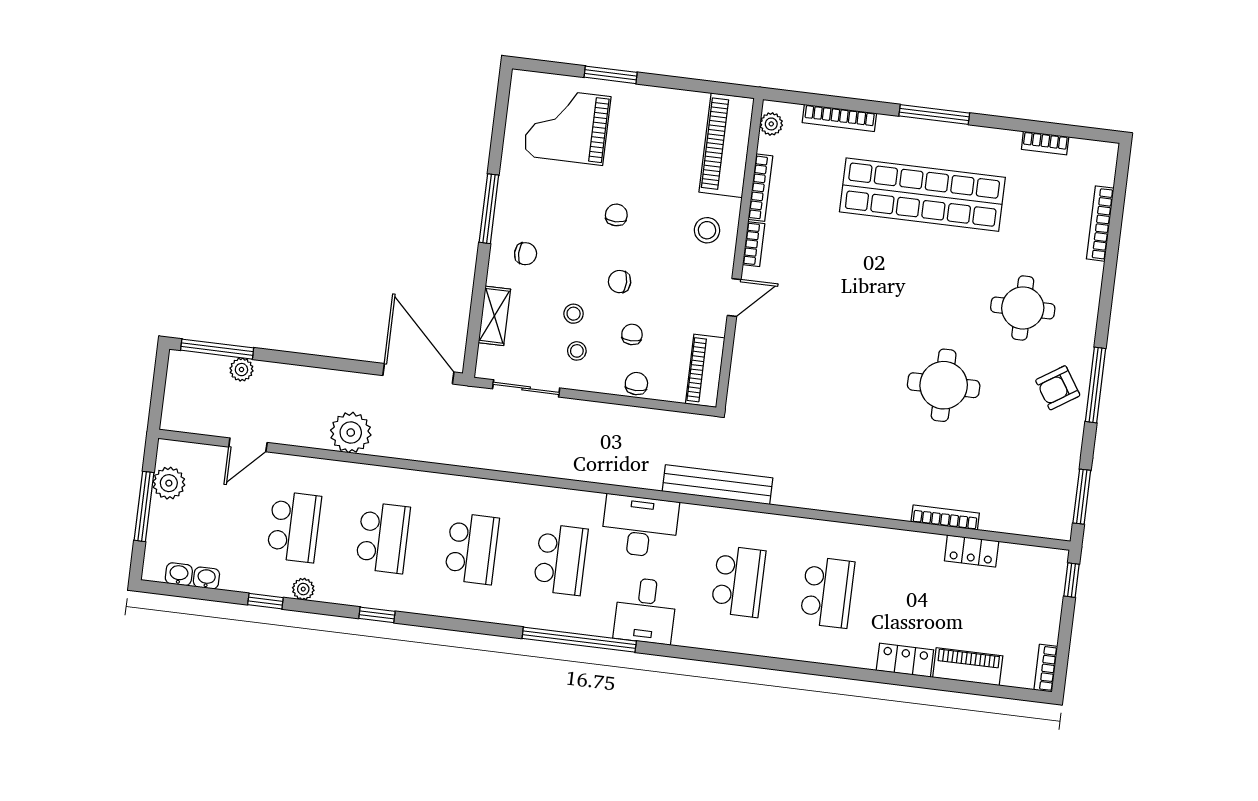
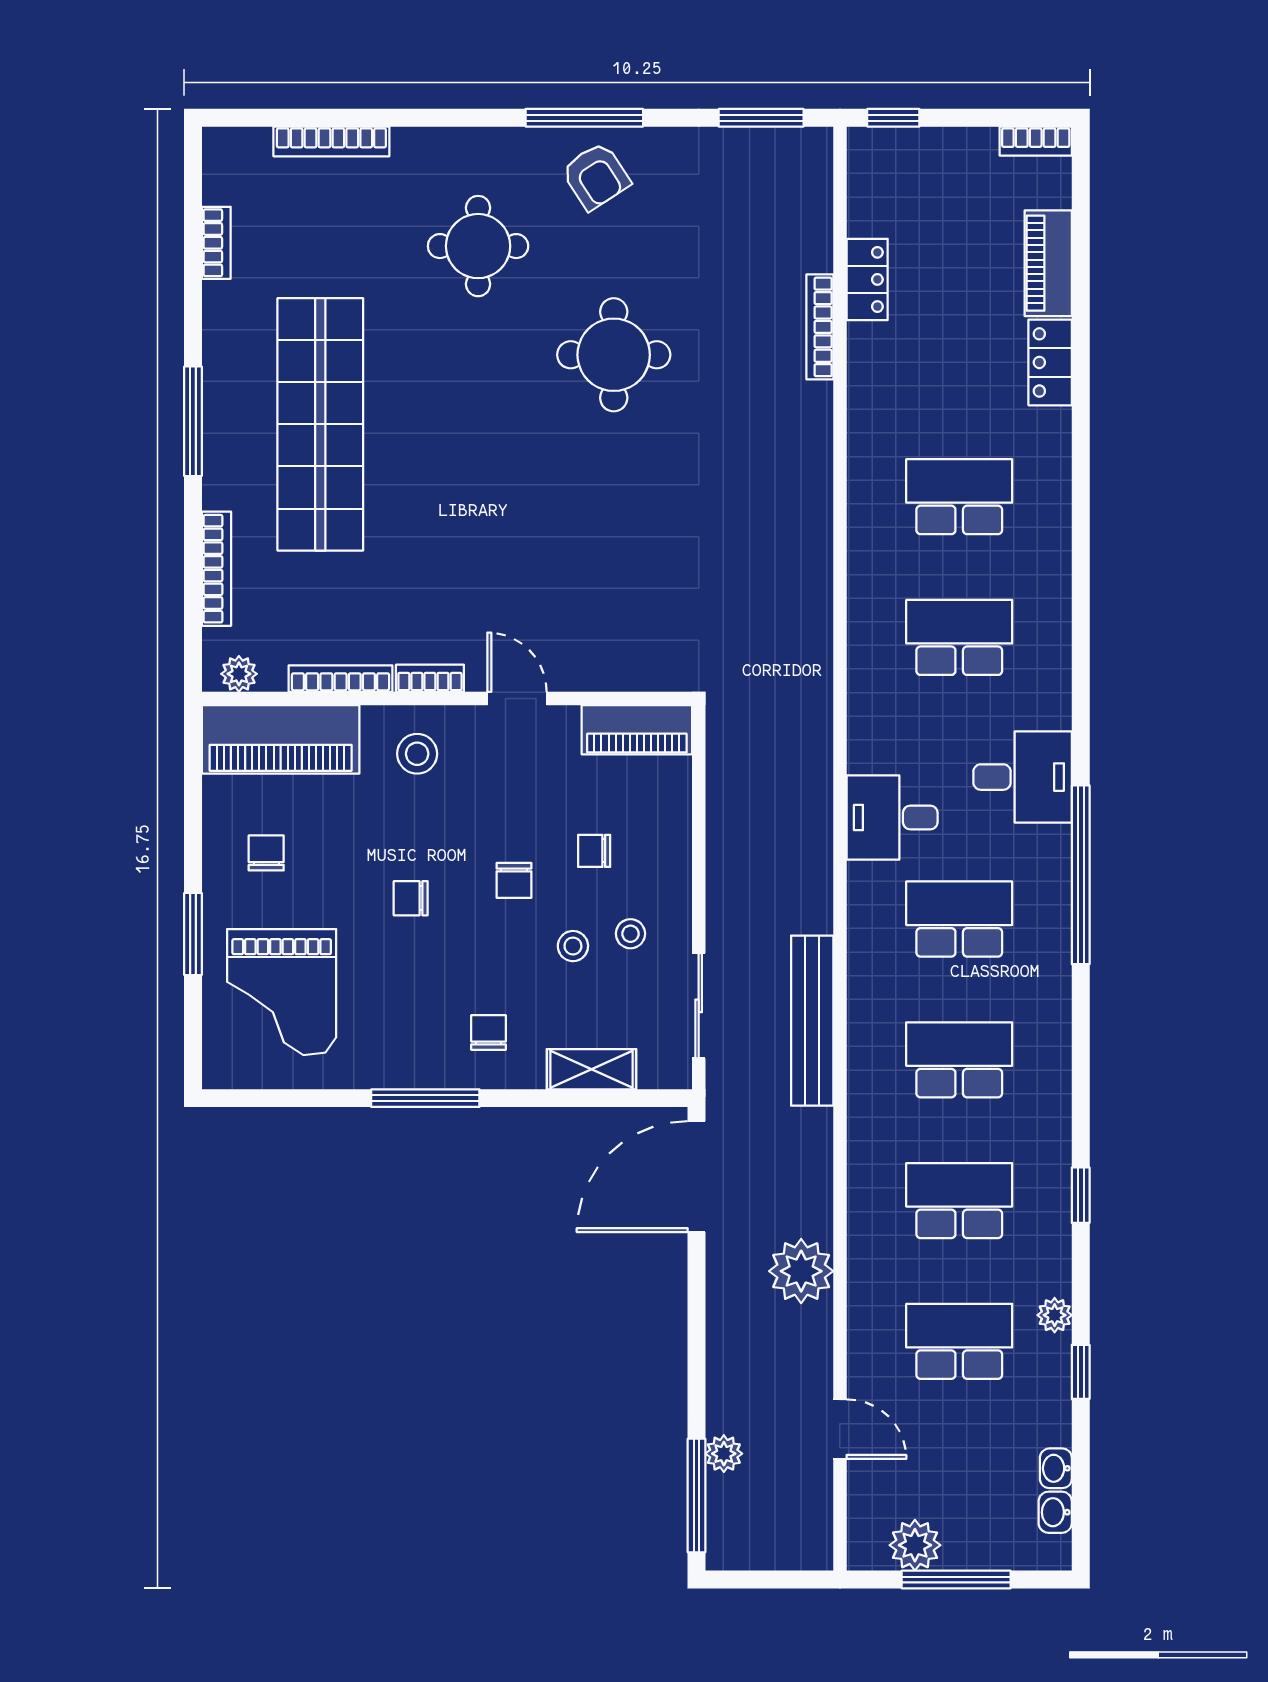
chair: (636, 384) -> (266, 853), moved, turned 90
bench: (718, 485) -> (812, 1021), moved
desk: (640, 526) -> (892, 817), width x0.73

